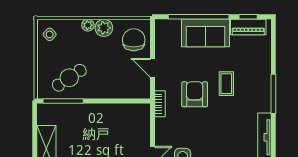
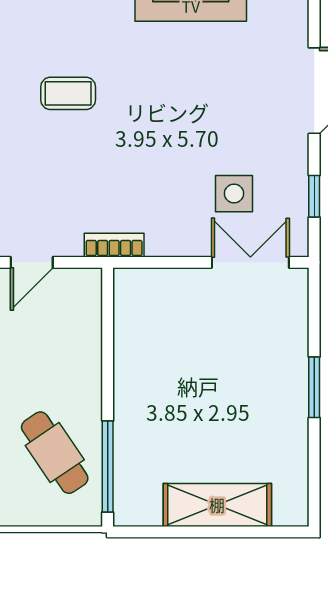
armchair: (195, 94) -> (92, 166), removed

